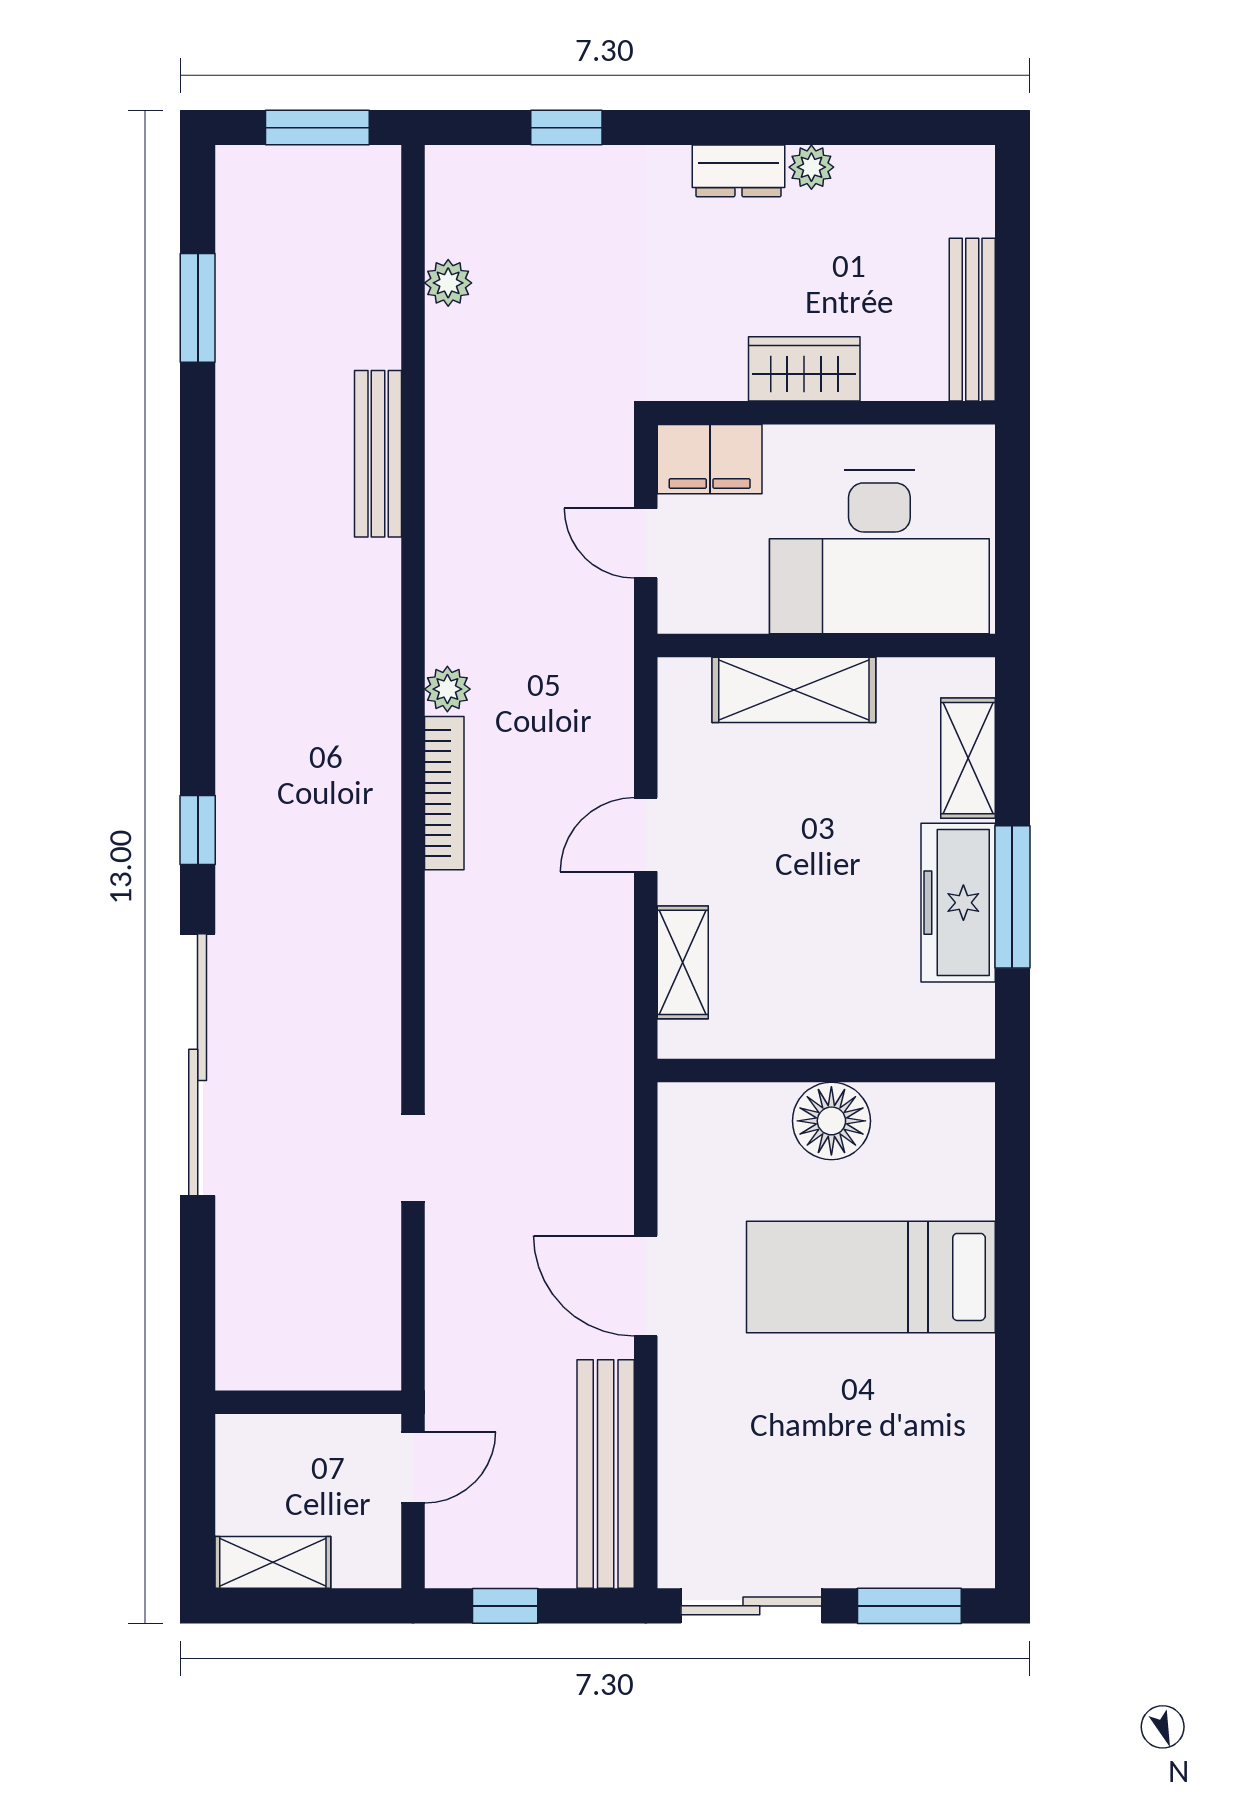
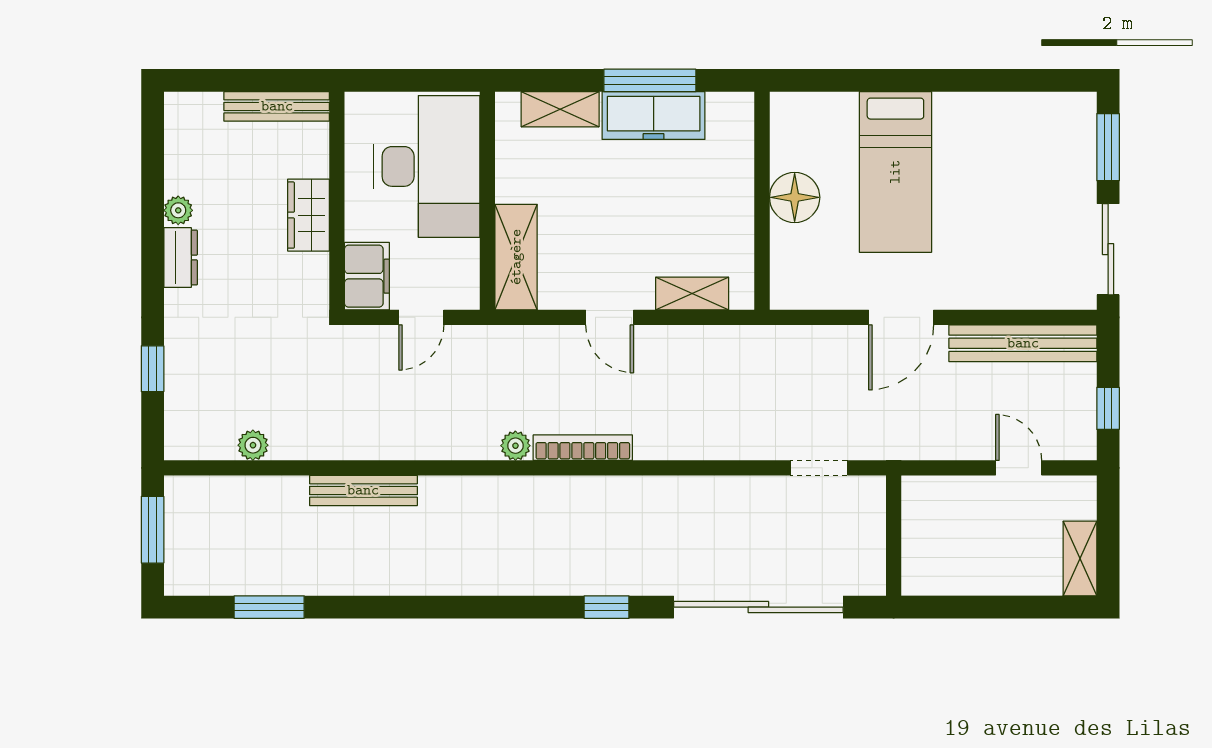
shelving: (794, 690) -> (516, 257), moved
wall: (308, 1402) -> (894, 536), moved

